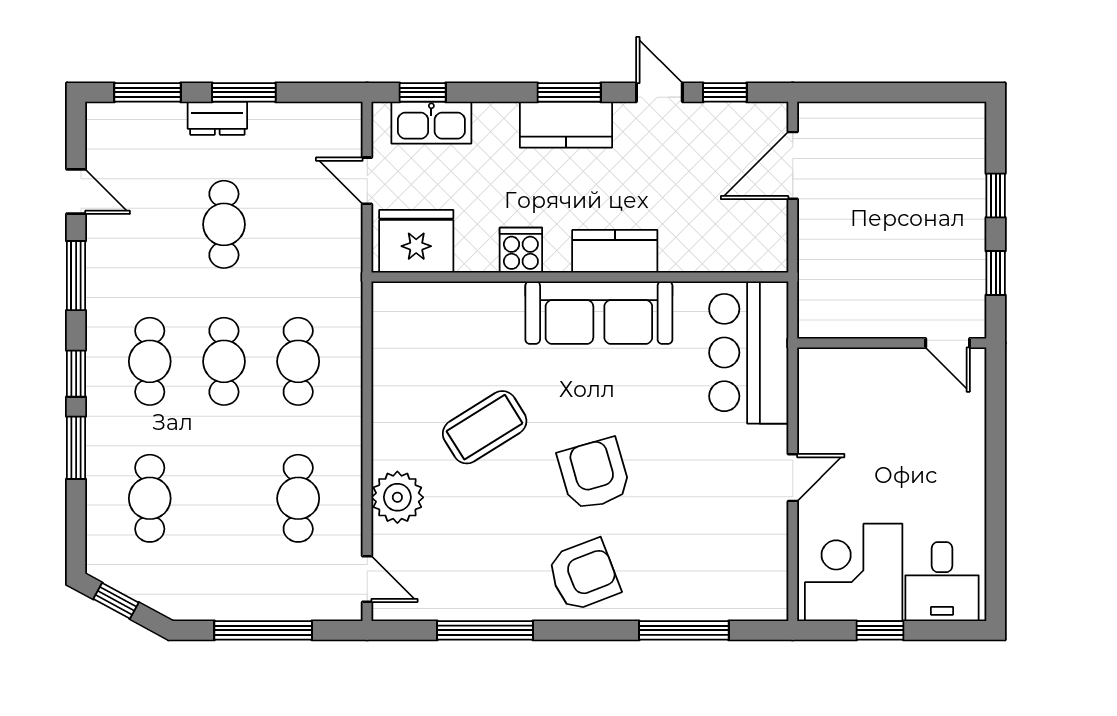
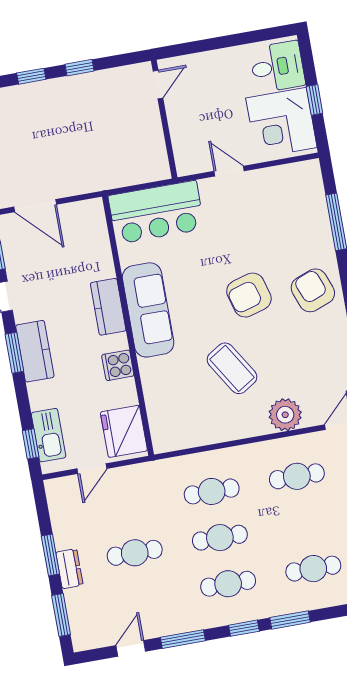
wall: (892, 343) -> (164, 119), moved
door: (948, 343) -> (158, 84), moved

